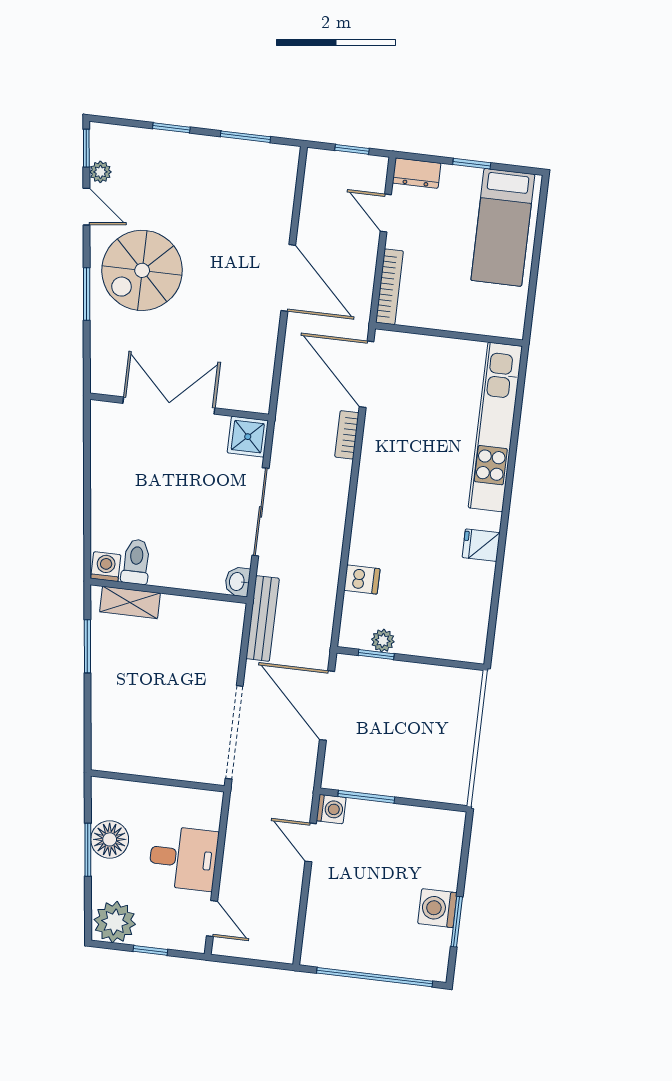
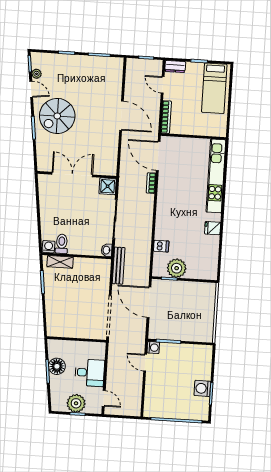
plant: (383, 641) -> (177, 268), width x1.88, depth x1.88
plant: (115, 922) -> (76, 403), moved

